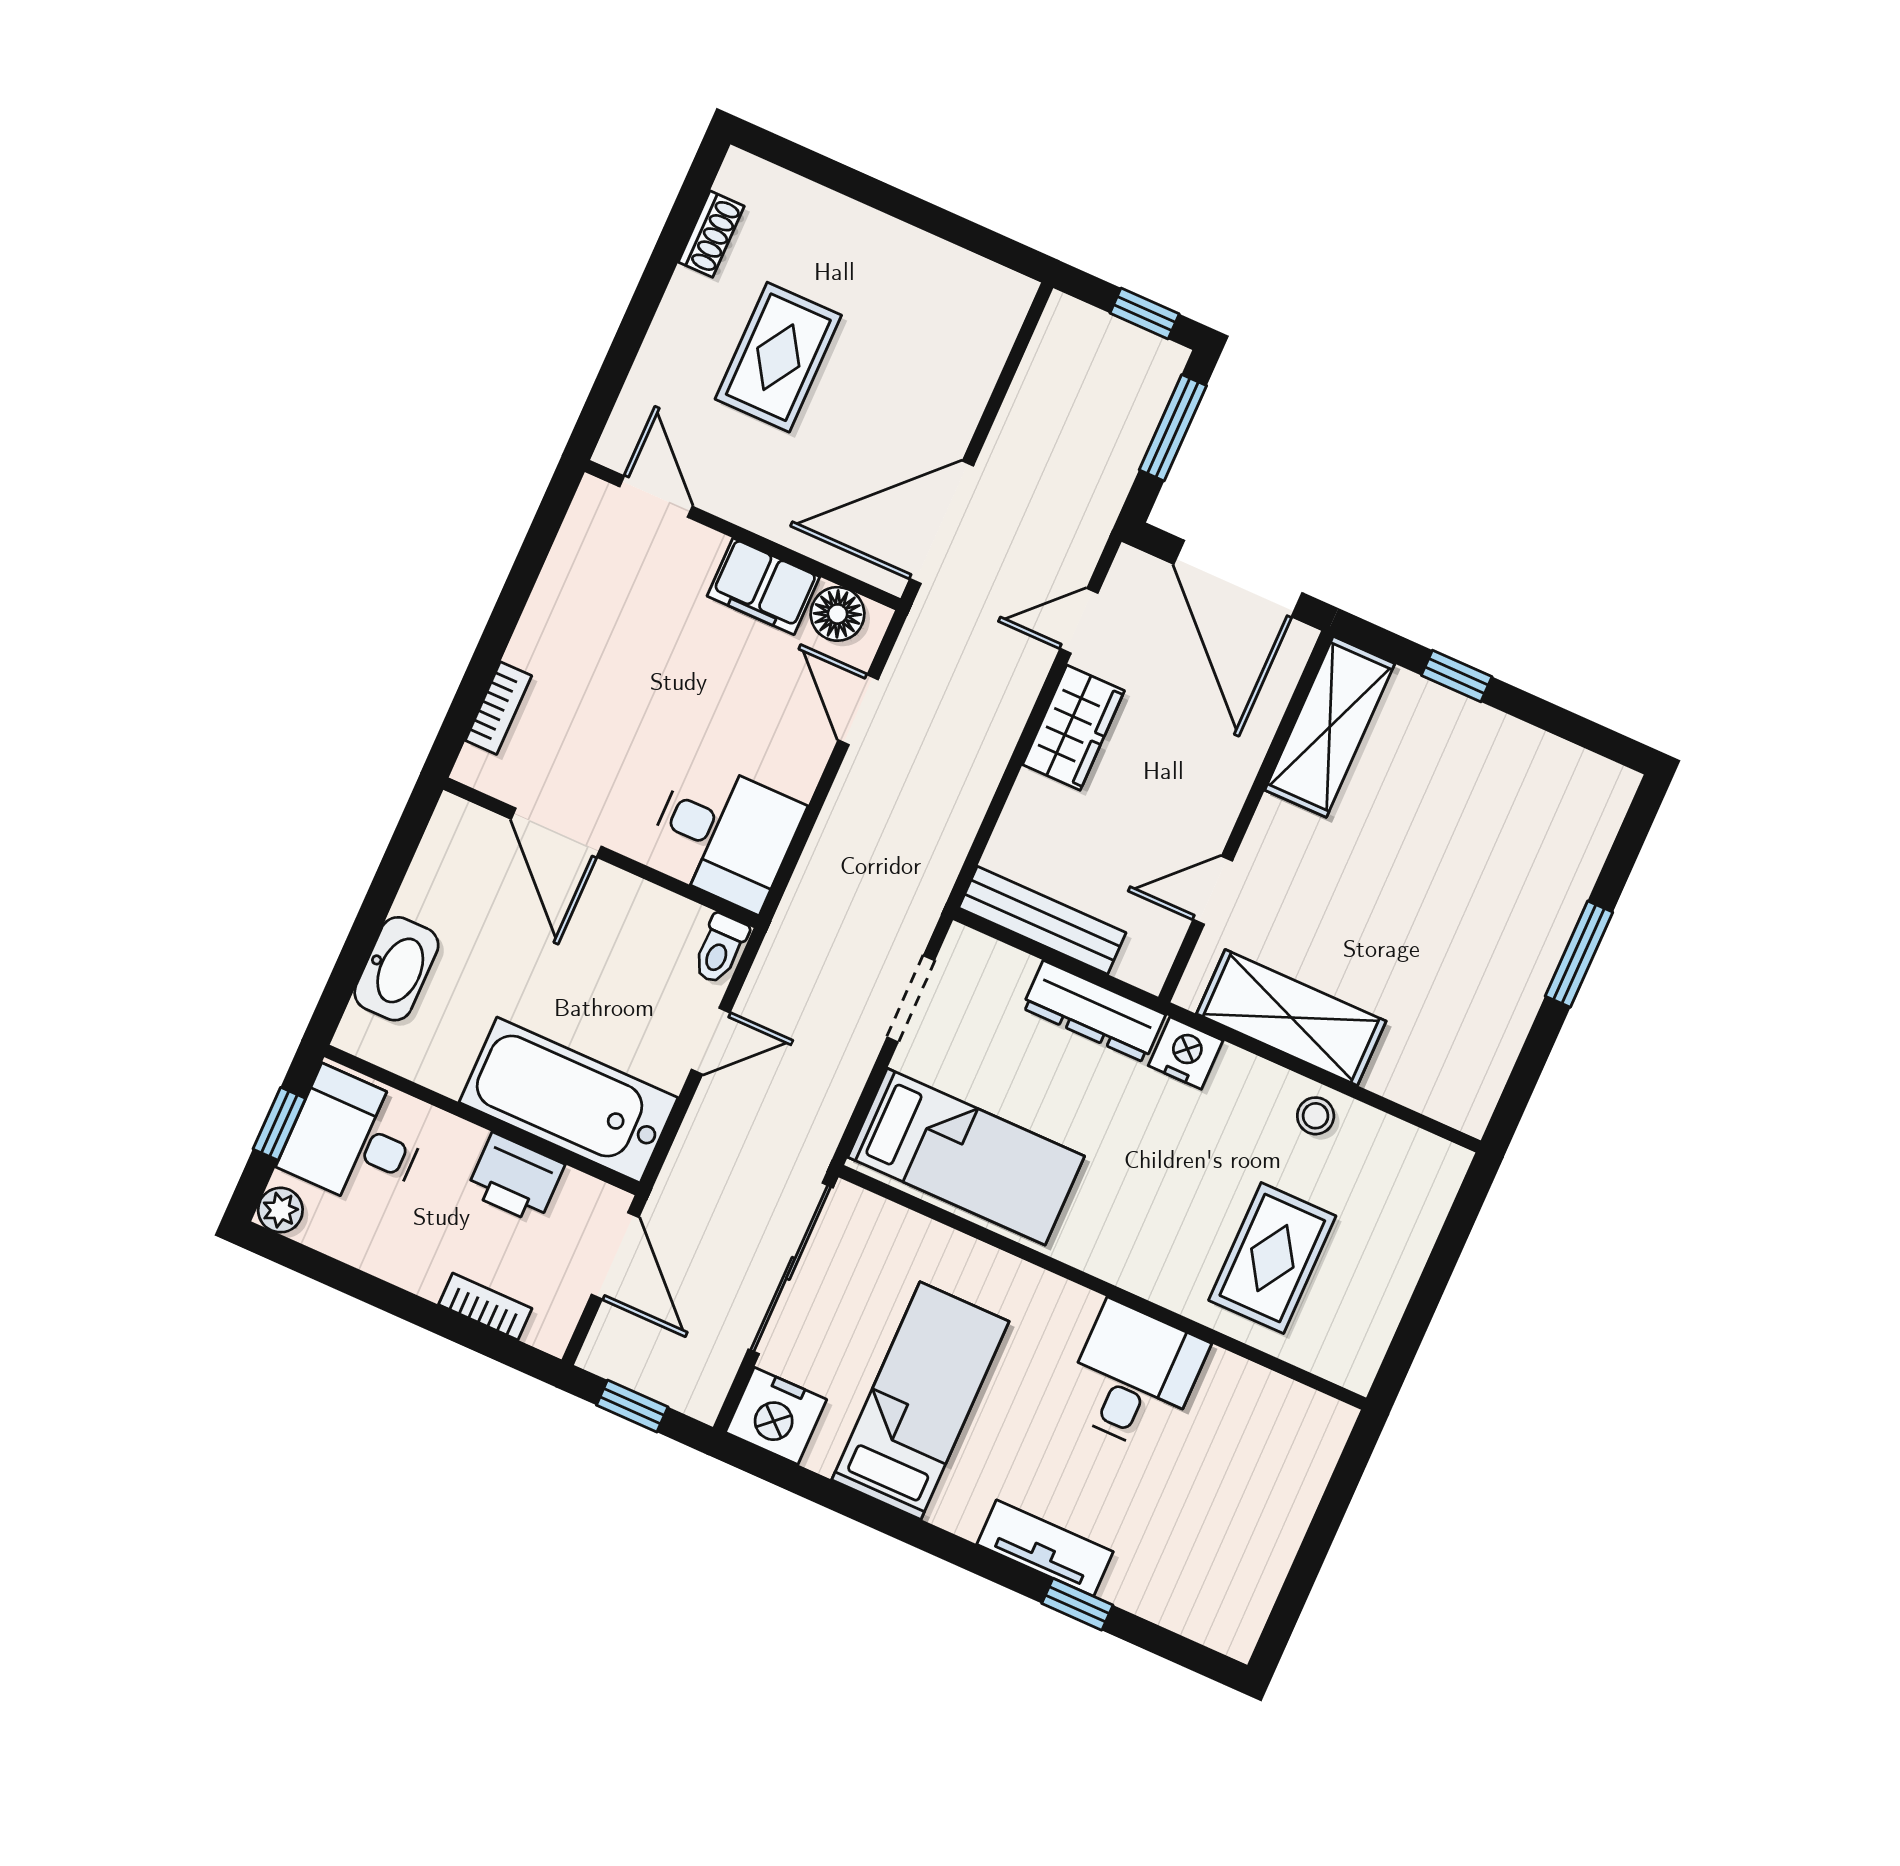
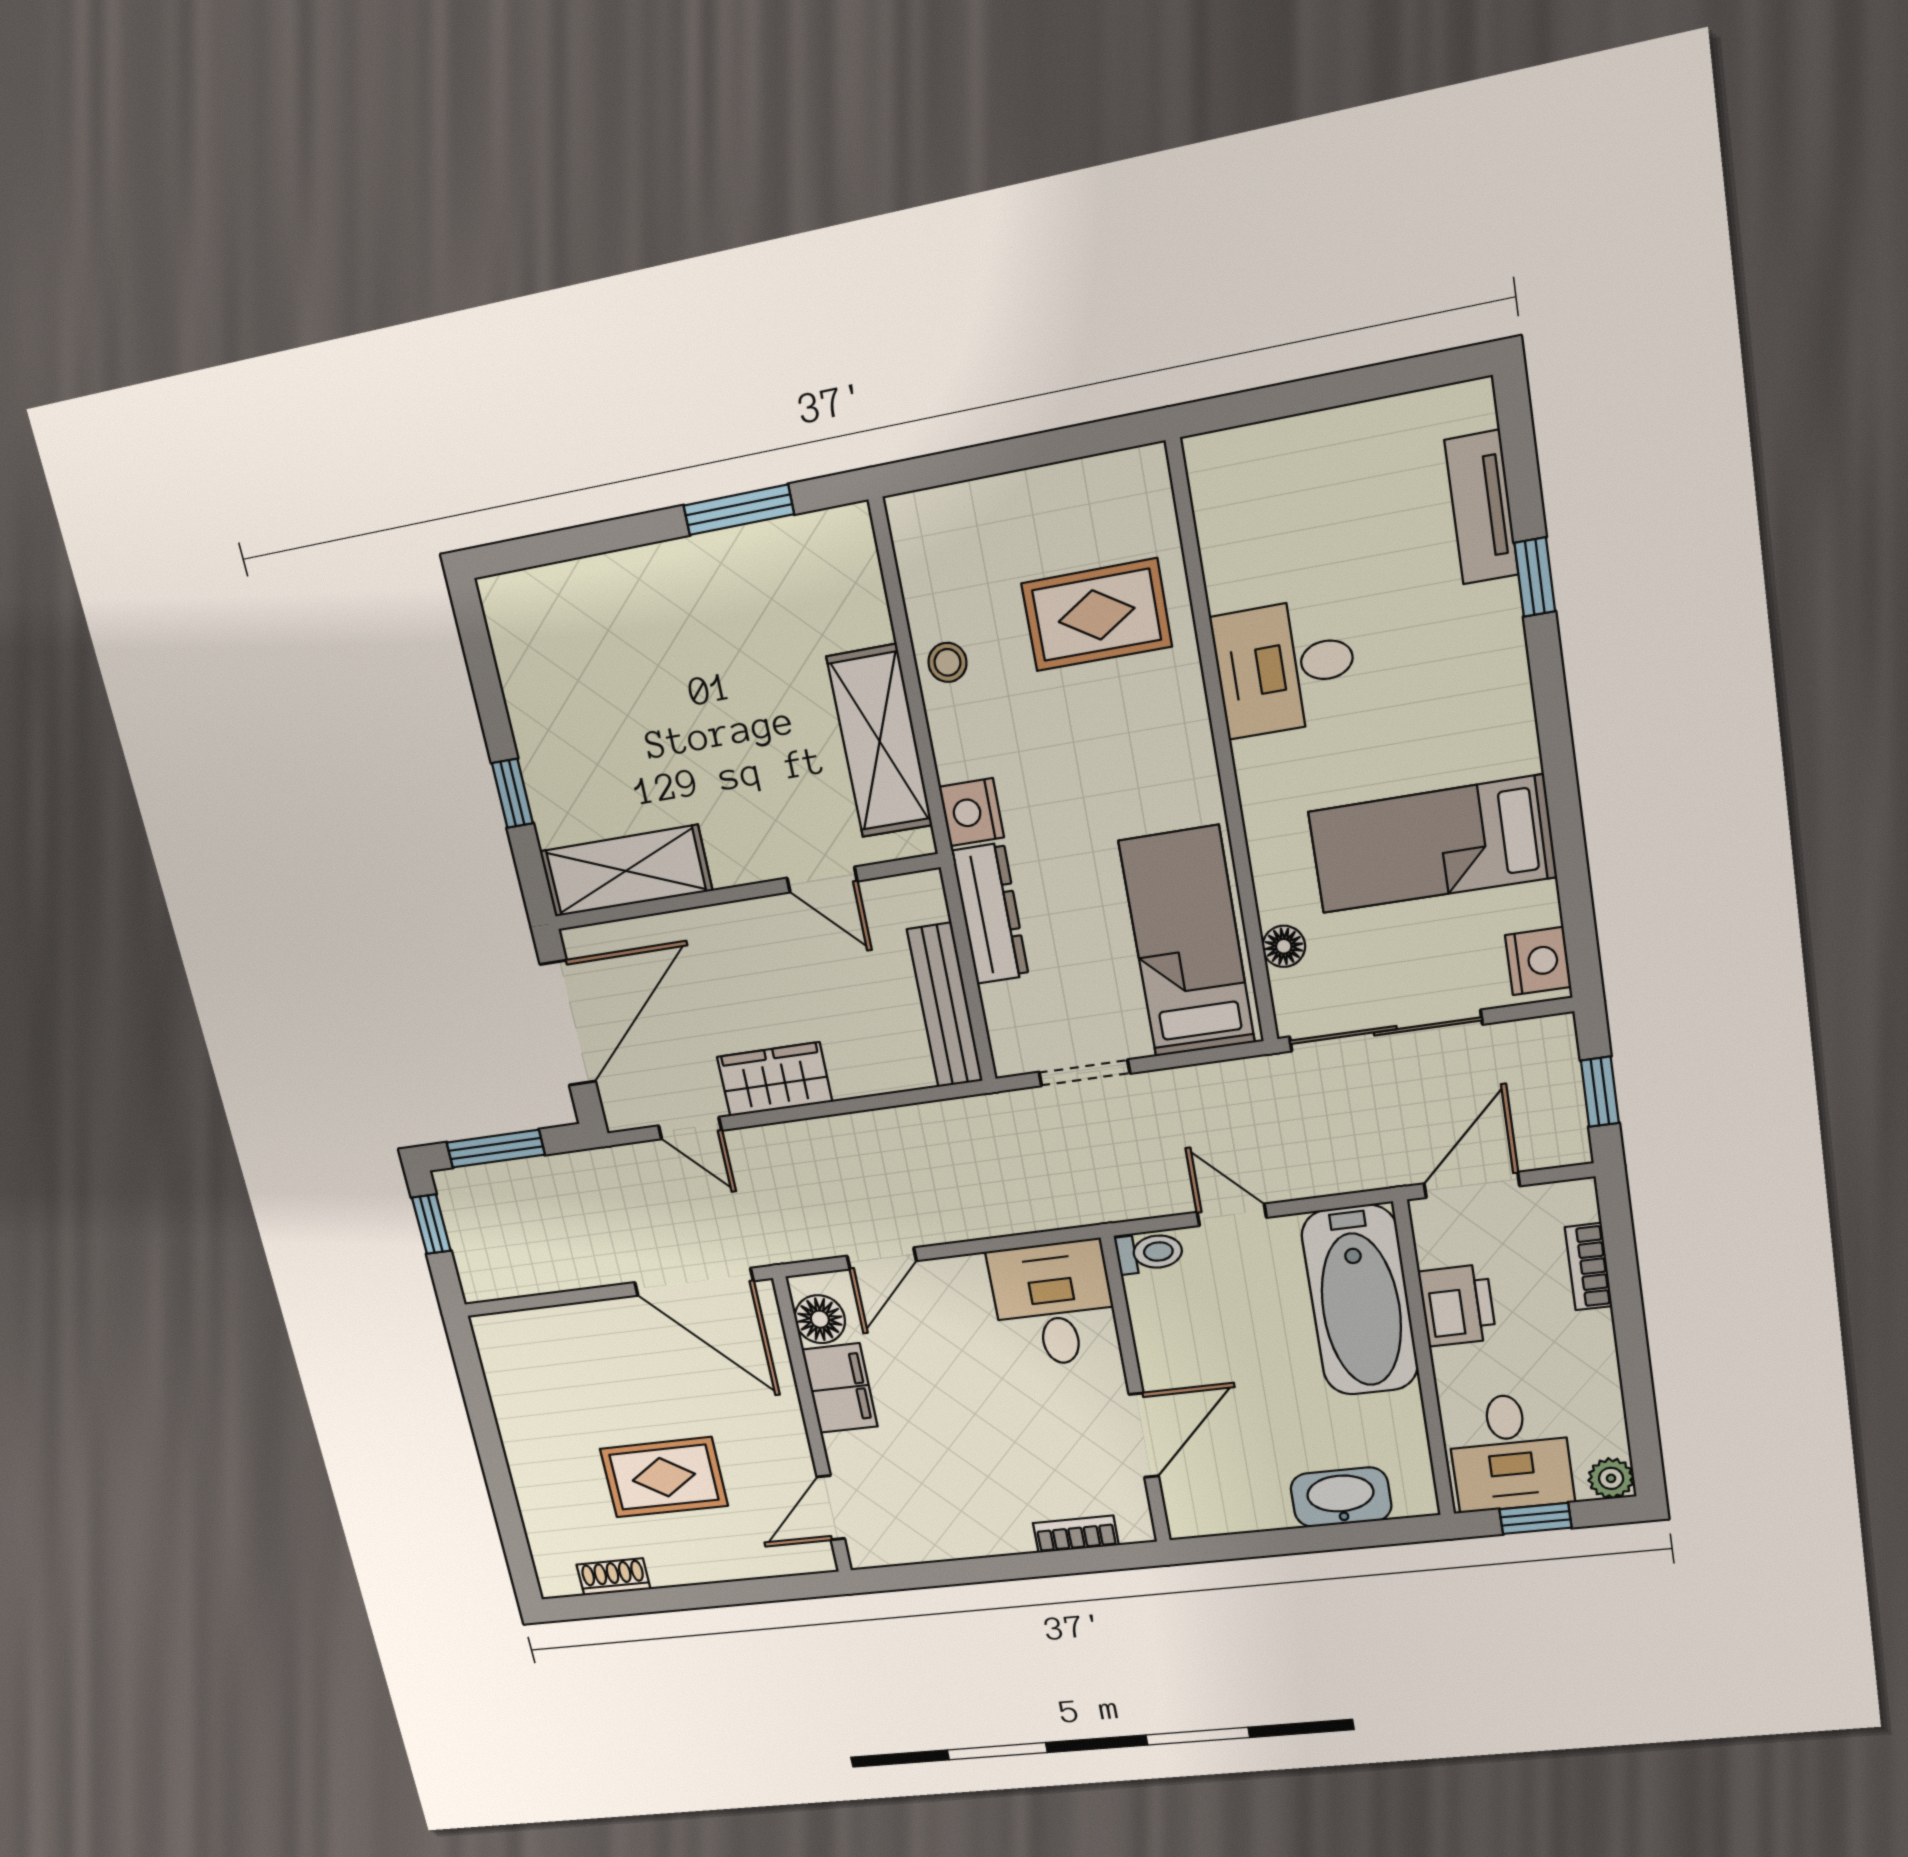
window: (1579, 954) -> (739, 510), moved
floor lamp: (913, 1232) -> (1284, 946), added
nightstand: (776, 1416) -> (1538, 961), width x0.74, depth x0.75
tv unit: (1045, 1548) -> (1481, 507), moved

